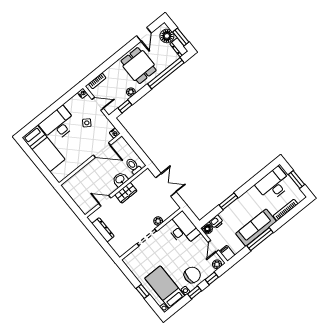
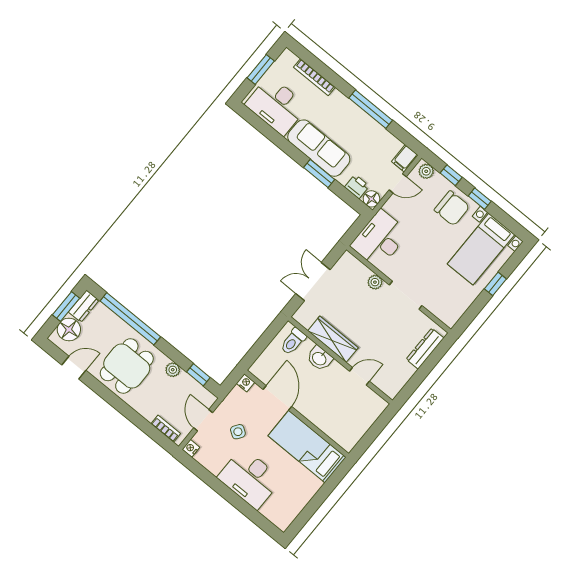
bed: (44, 149) -> (307, 447), moved, turned -90
wardrobe: (126, 193) -> (333, 339), width x1.50
door: (105, 201) -> (359, 376), swing flipped
sofa: (256, 228) -> (319, 148), moved, turned 180
dresser: (103, 230) -> (425, 349), moved
chair: (192, 275) -> (452, 208), turned 180

